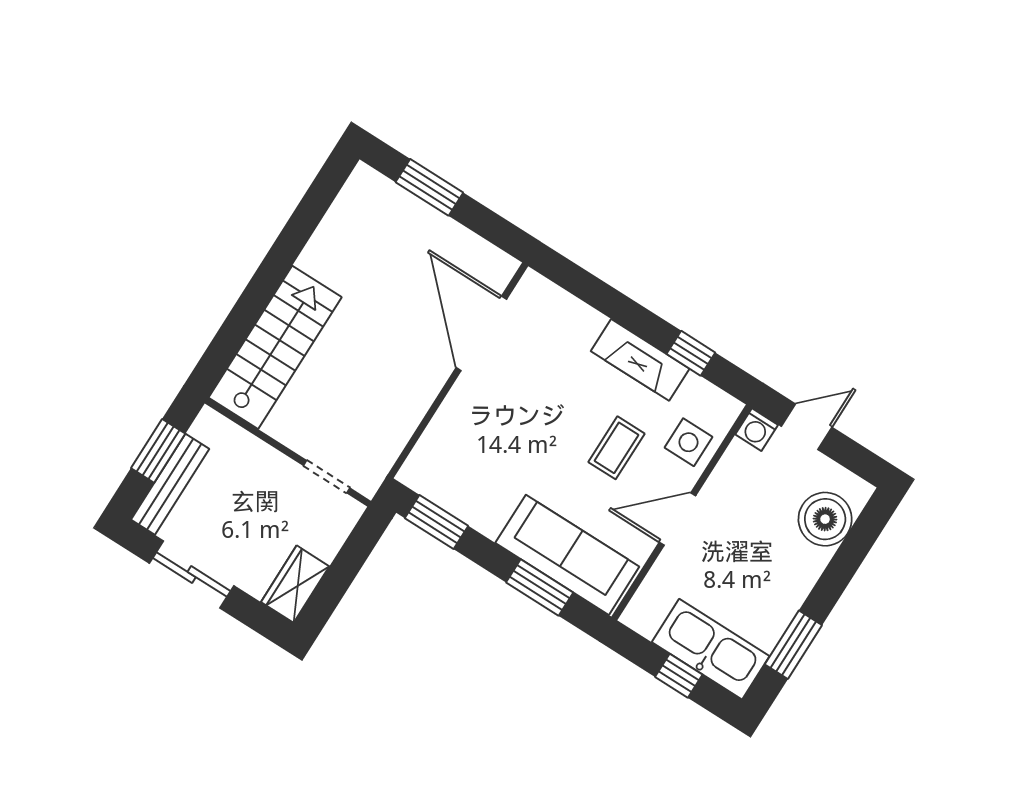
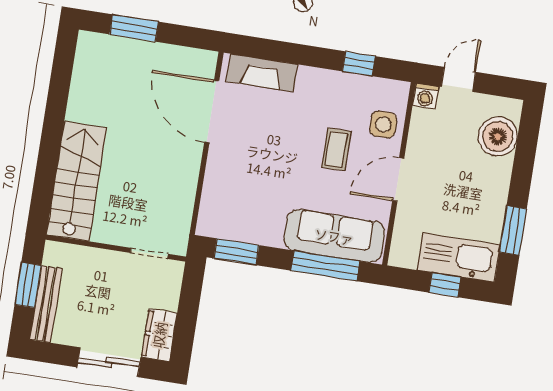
fireplace: (640, 360) -> (262, 73), moved
sliding door: (192, 574) -> (109, 362), moved
window: (540, 587) -> (325, 266), width x1.44

